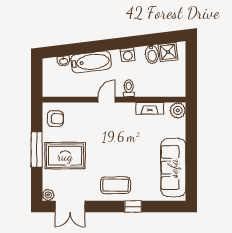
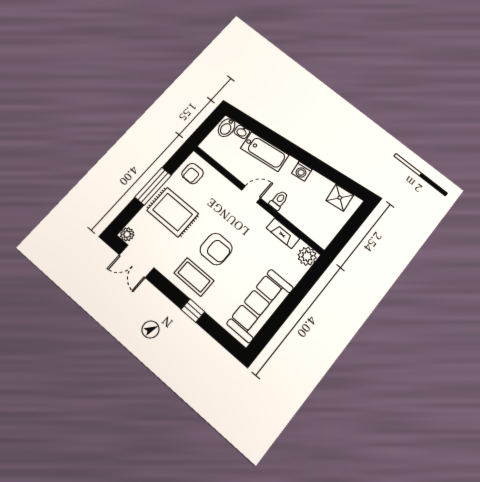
bidet: (152, 54) -> (227, 128), moved
armchair: (55, 119) -> (193, 174), turned 90
armchair: (115, 156) -> (216, 249), added

